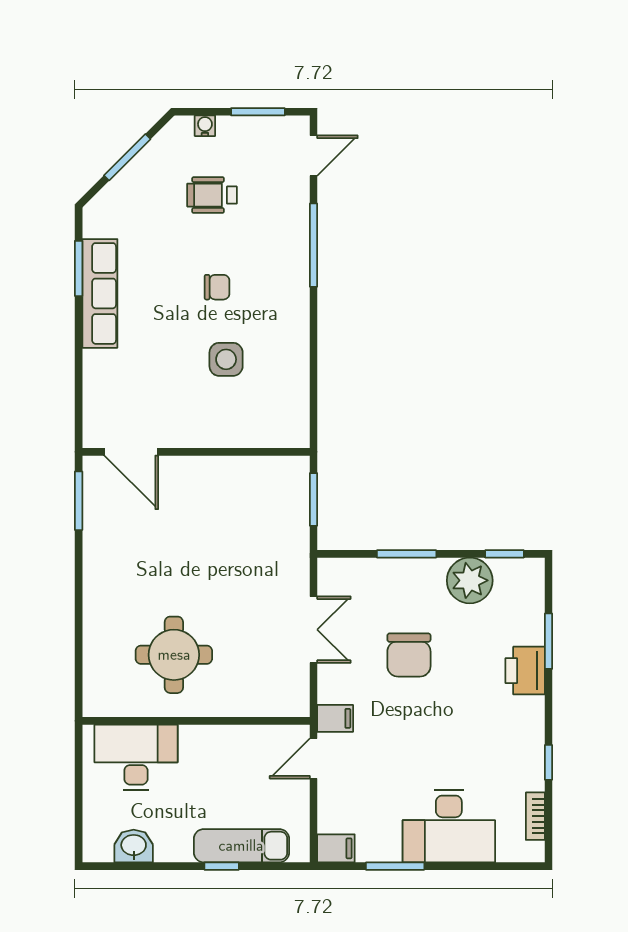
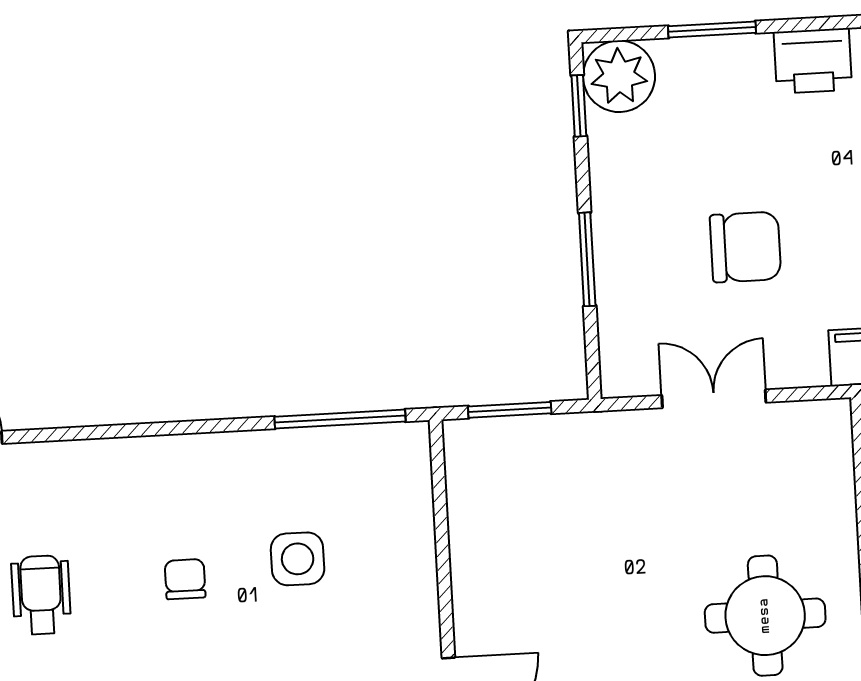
wheelchair: (212, 195) -> (41, 595), turned 180
window: (314, 245) -> (340, 419), moved
plant: (470, 580) -> (619, 76), moved
printer: (525, 671) -> (813, 61), moved

